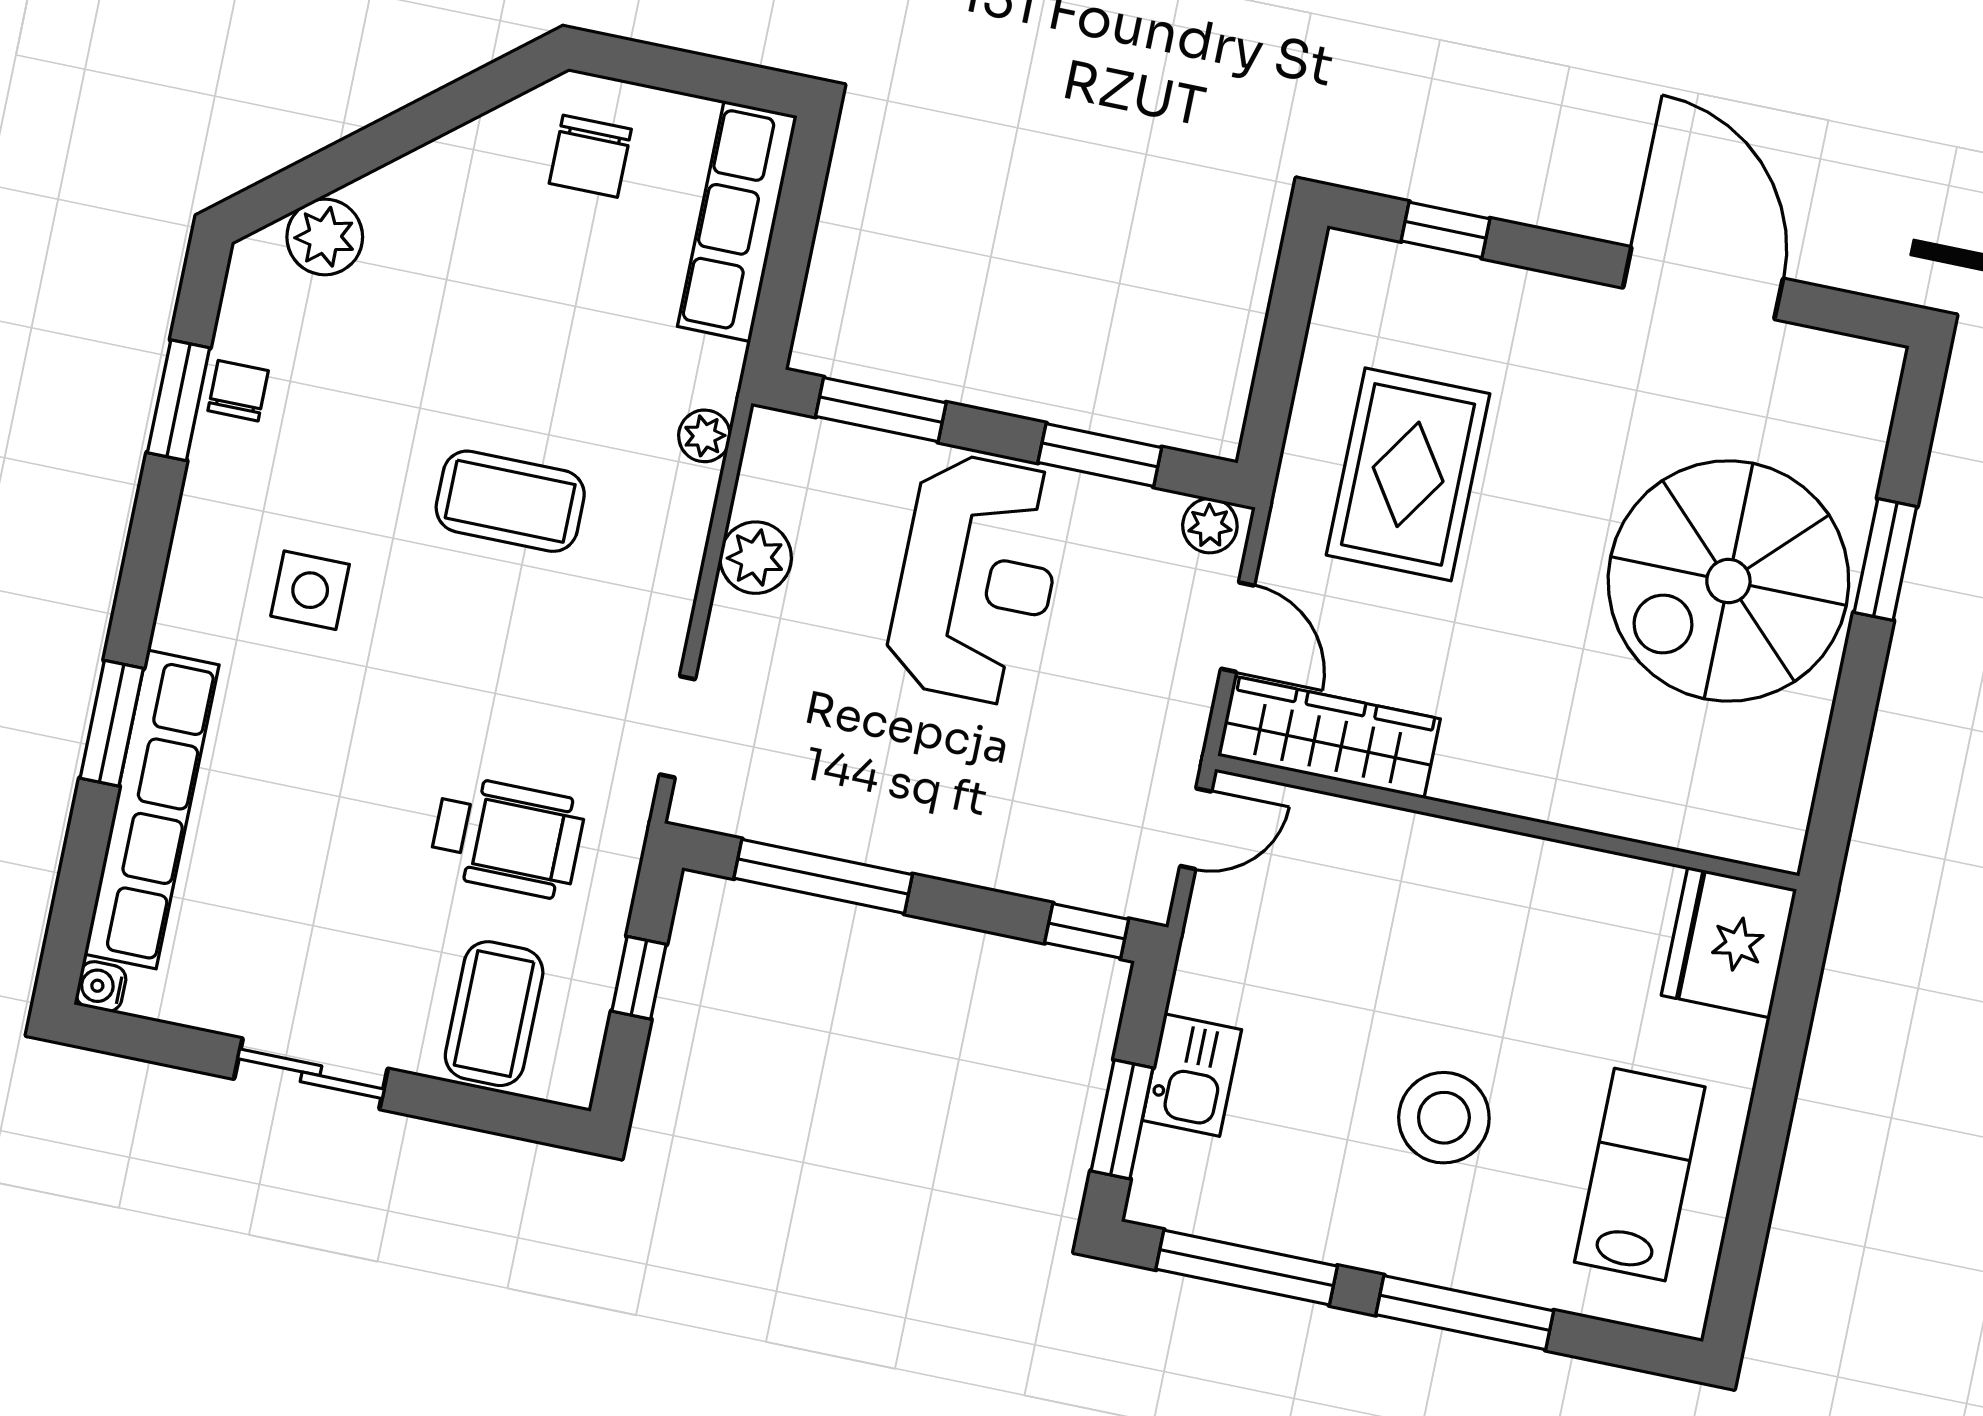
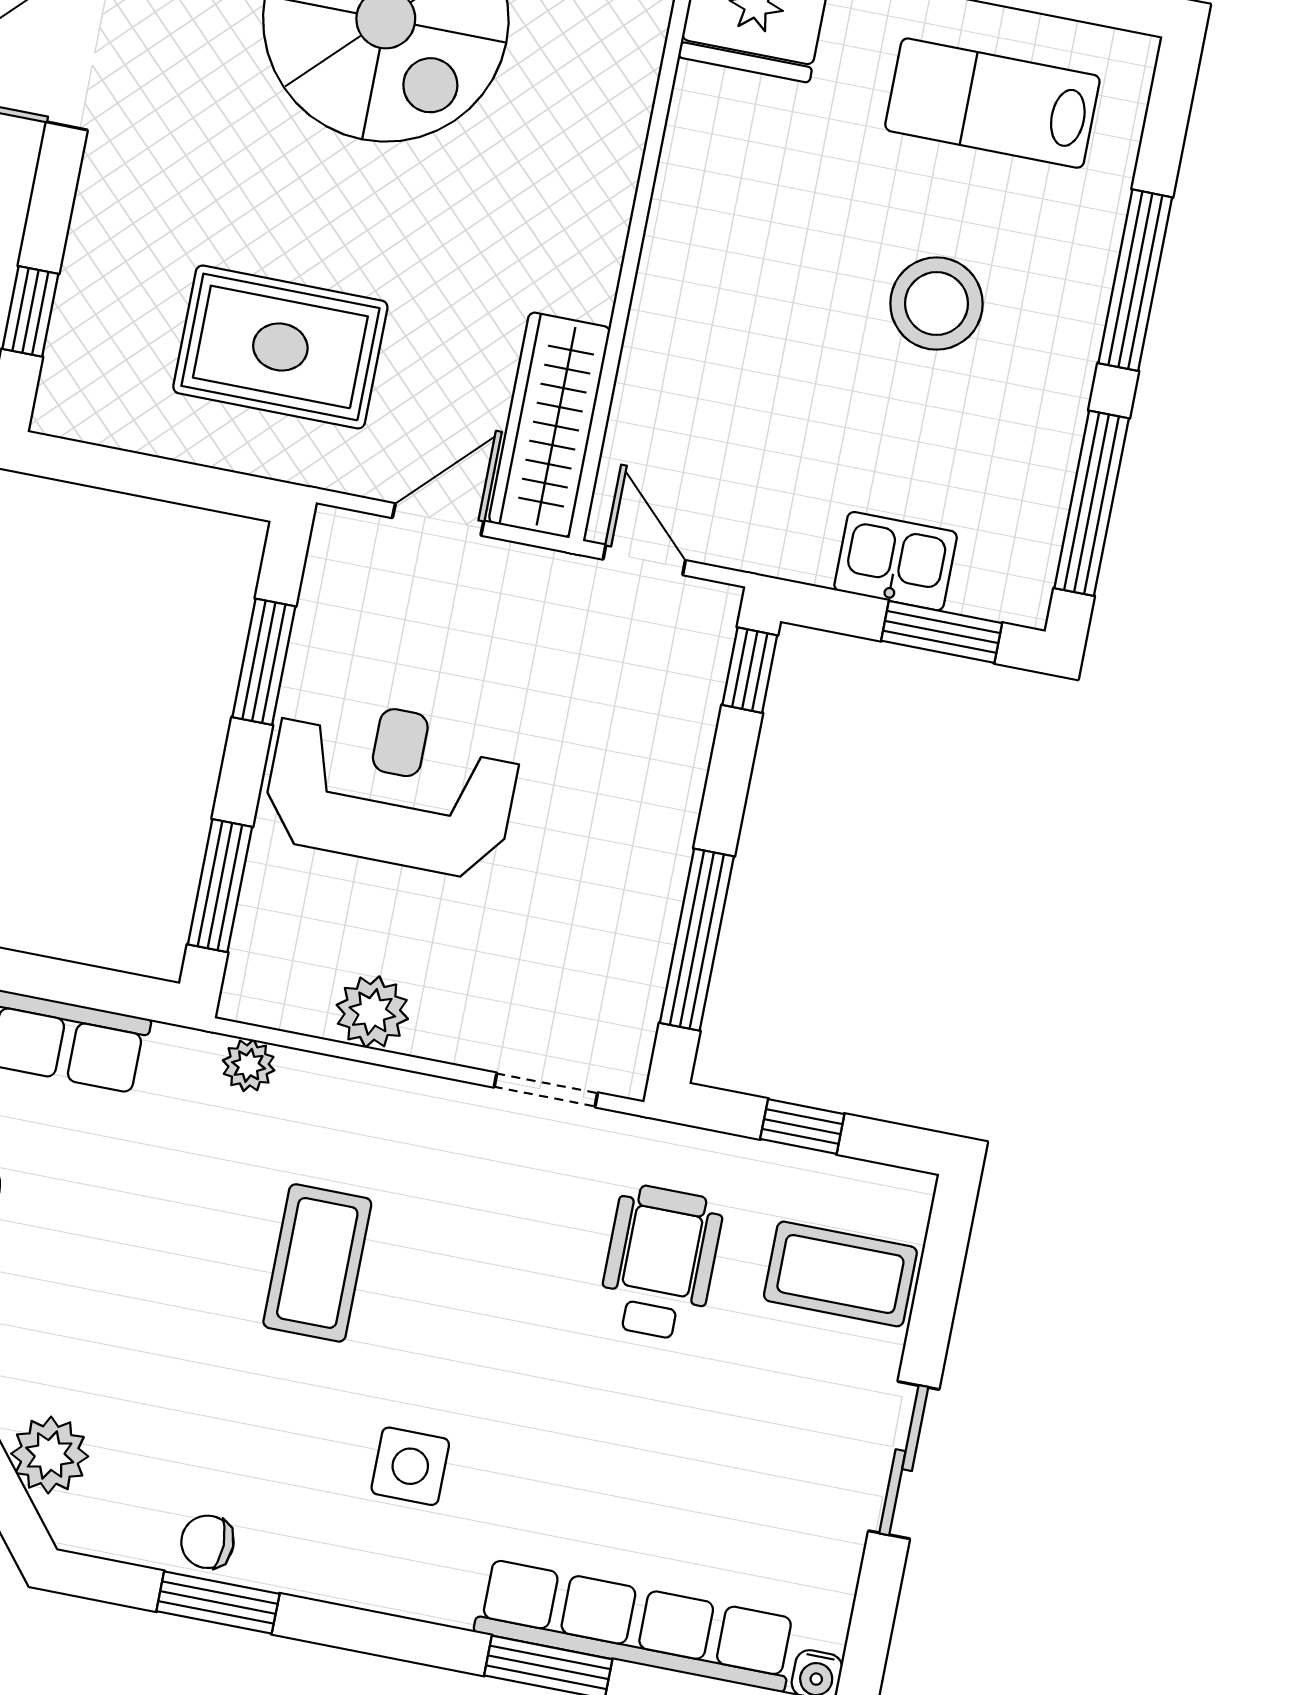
plant: (1210, 526) -> (335, 549), removed

